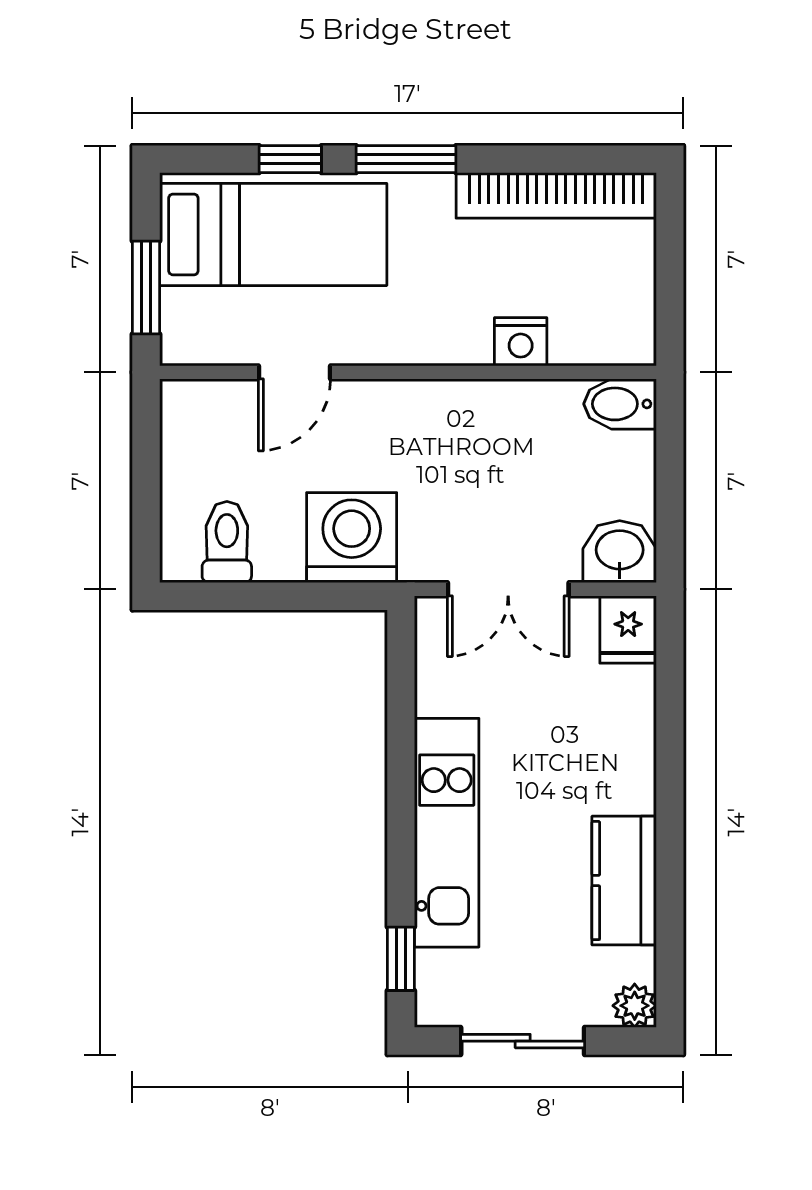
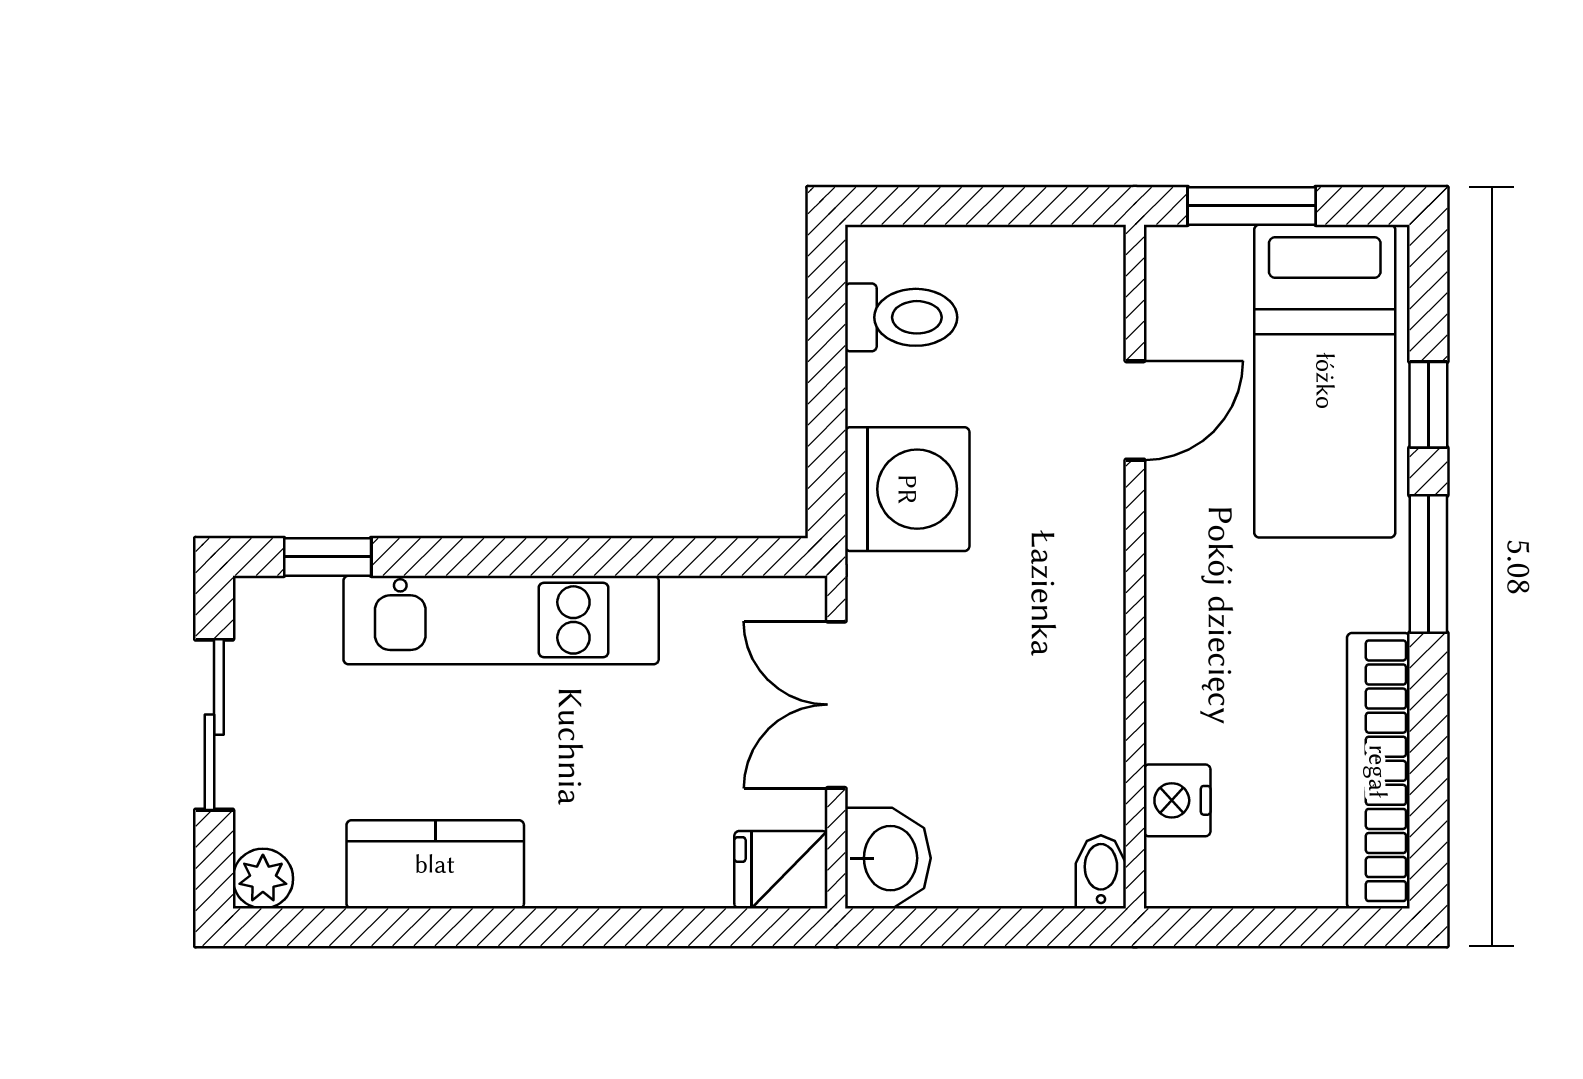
nightstand: (521, 342) -> (1177, 800), moved
door: (294, 372) -> (1135, 410), swing flipped
bidet: (620, 404) -> (1101, 872), width x0.72, depth x0.74

